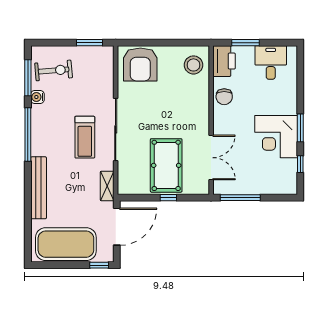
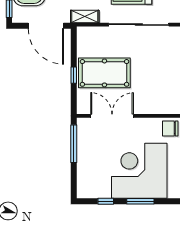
corner desk: (276, 137) -> (139, 171), width x1.36, depth x1.36
double door: (211, 158) -> (112, 116), swing flipped

